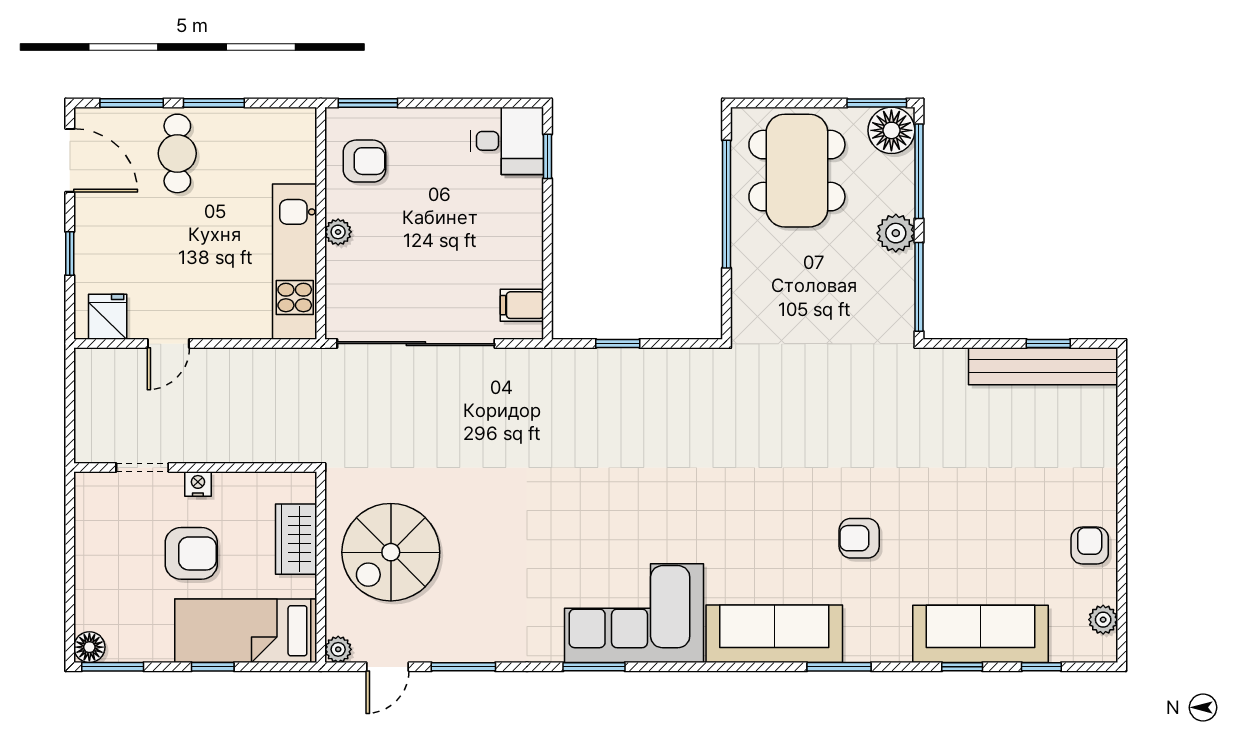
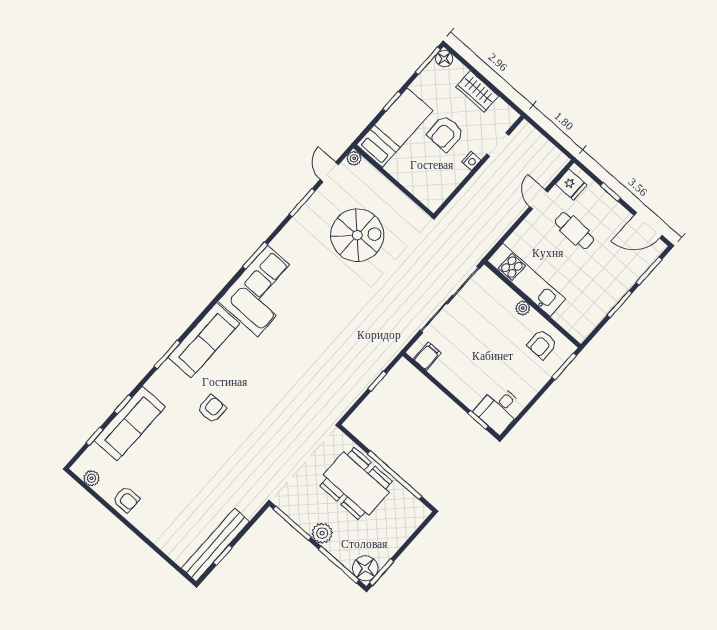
cafe table: (177, 153) -> (574, 231), moved
dining table: (797, 171) -> (356, 484), moved
wardrobe: (296, 539) -> (477, 91), moved, turned 180
spiral stairs: (391, 552) -> (357, 235), moved, turned 90

